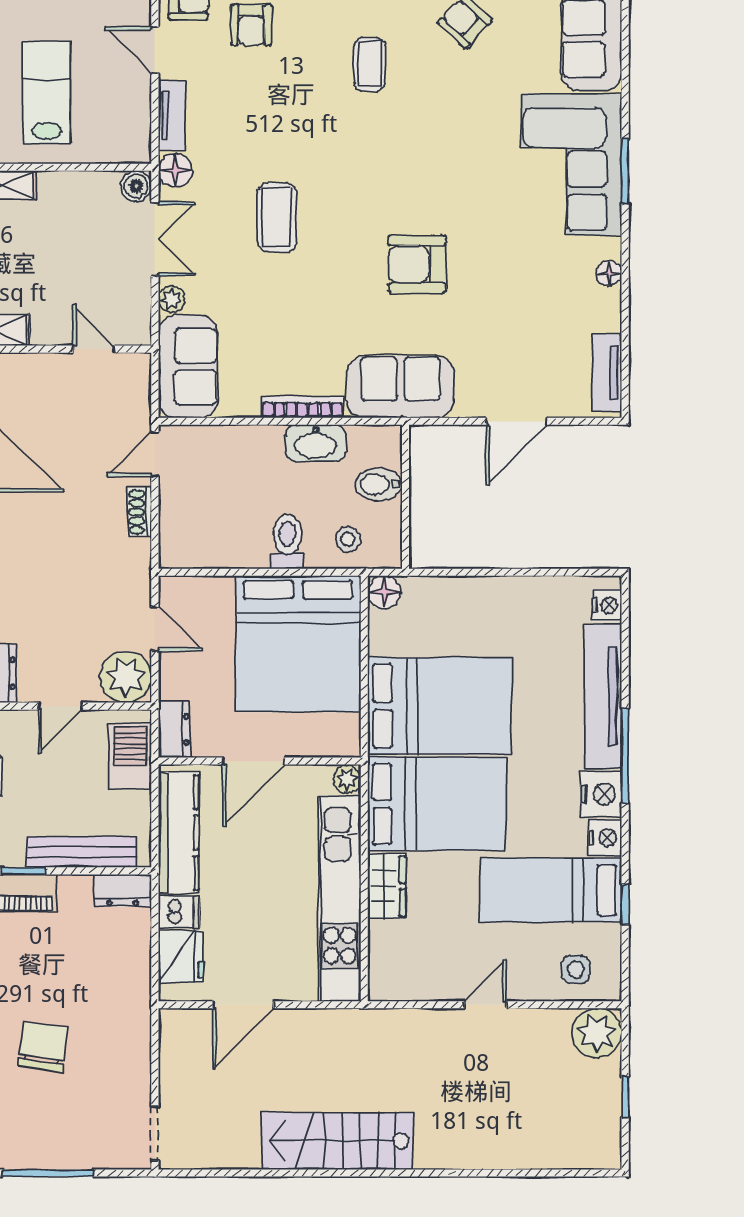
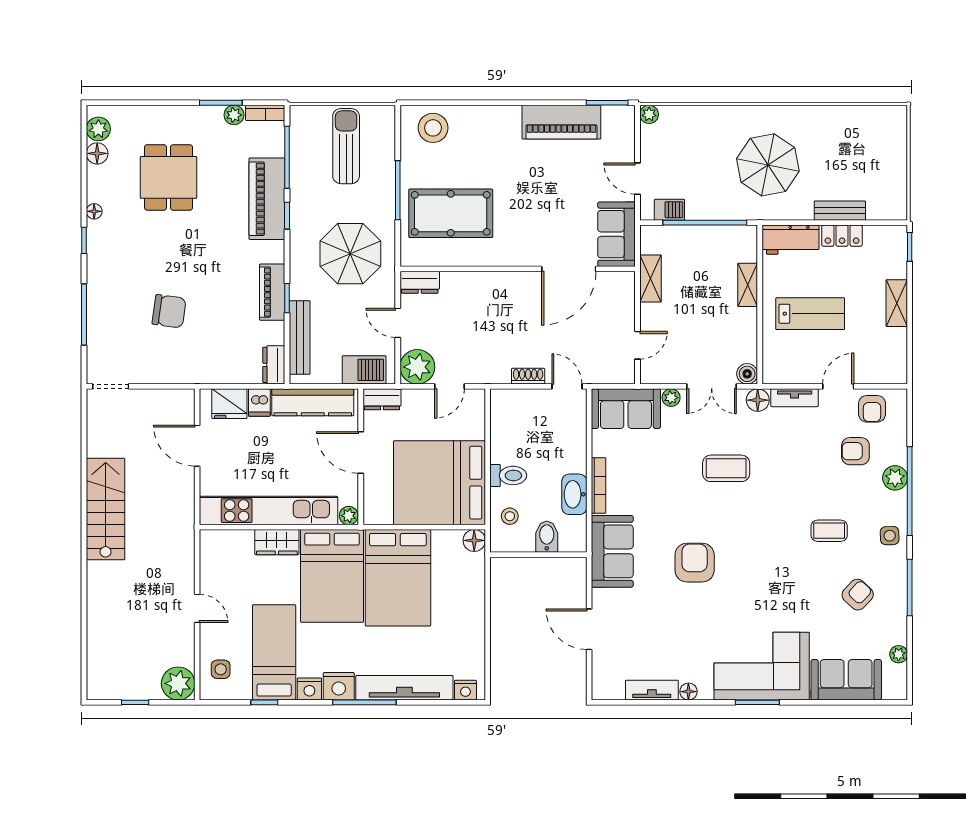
tv unit: (607, 373) -> (652, 690), moved

